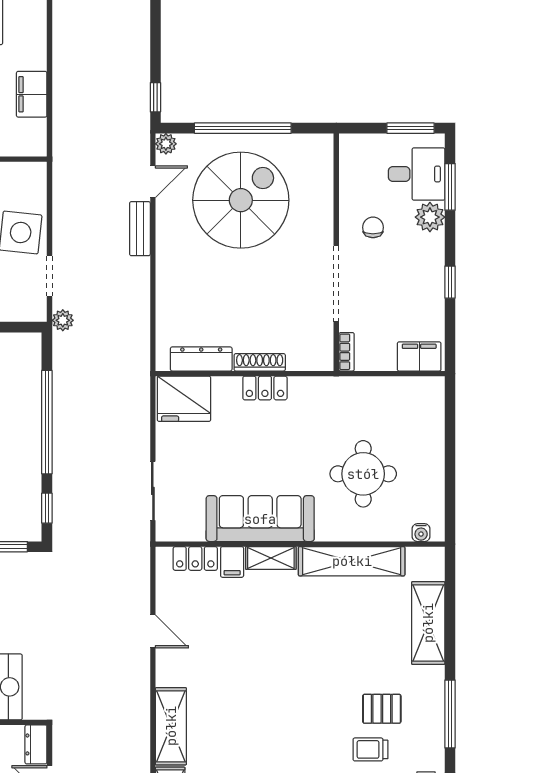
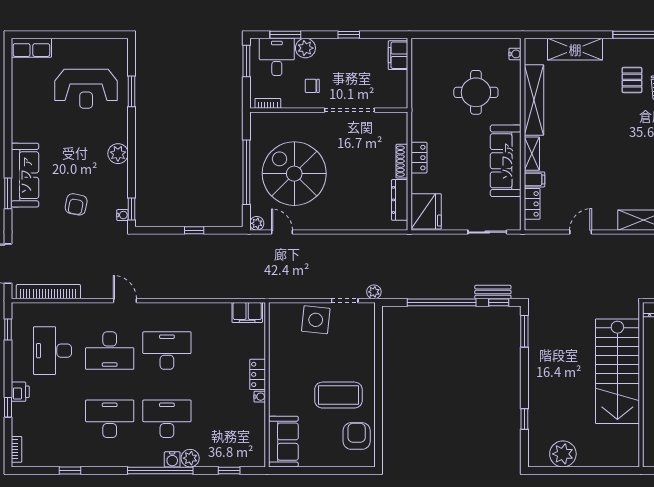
filing cabinet: (32, 94) -> (247, 312), moved
window: (155, 97) -> (194, 230), moved
bench: (140, 229) -> (493, 292), moved
bookcase: (347, 352) -> (268, 103), moved

